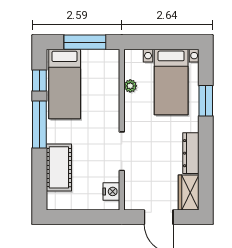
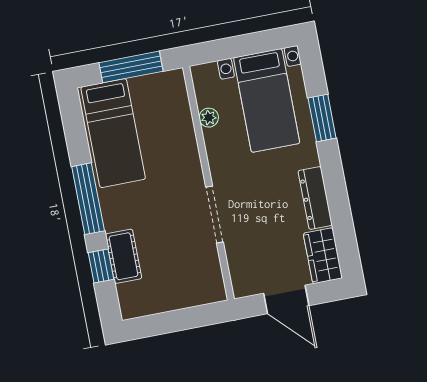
window: (39, 81) -> (101, 266), moved
cot: (59, 167) -> (124, 256), width x0.73, depth x0.75
nightstand: (111, 191) -> (211, 276), removed

